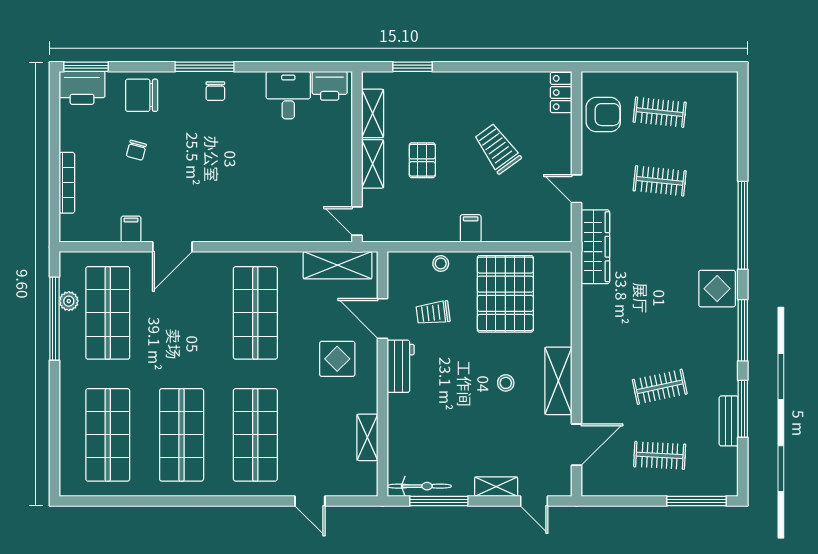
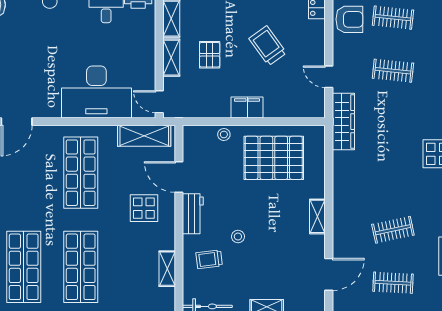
desk: (276, 208) -> (96, 92), added
filing cabinet: (471, 228) -> (247, 107), width x2.00
pallet: (505, 294) -> (274, 158), turned 90
trolley: (433, 313) -> (209, 259), moved
shelving: (558, 381) -> (317, 216), width x0.67, depth x0.75
stool: (506, 383) -> (238, 237), moved

